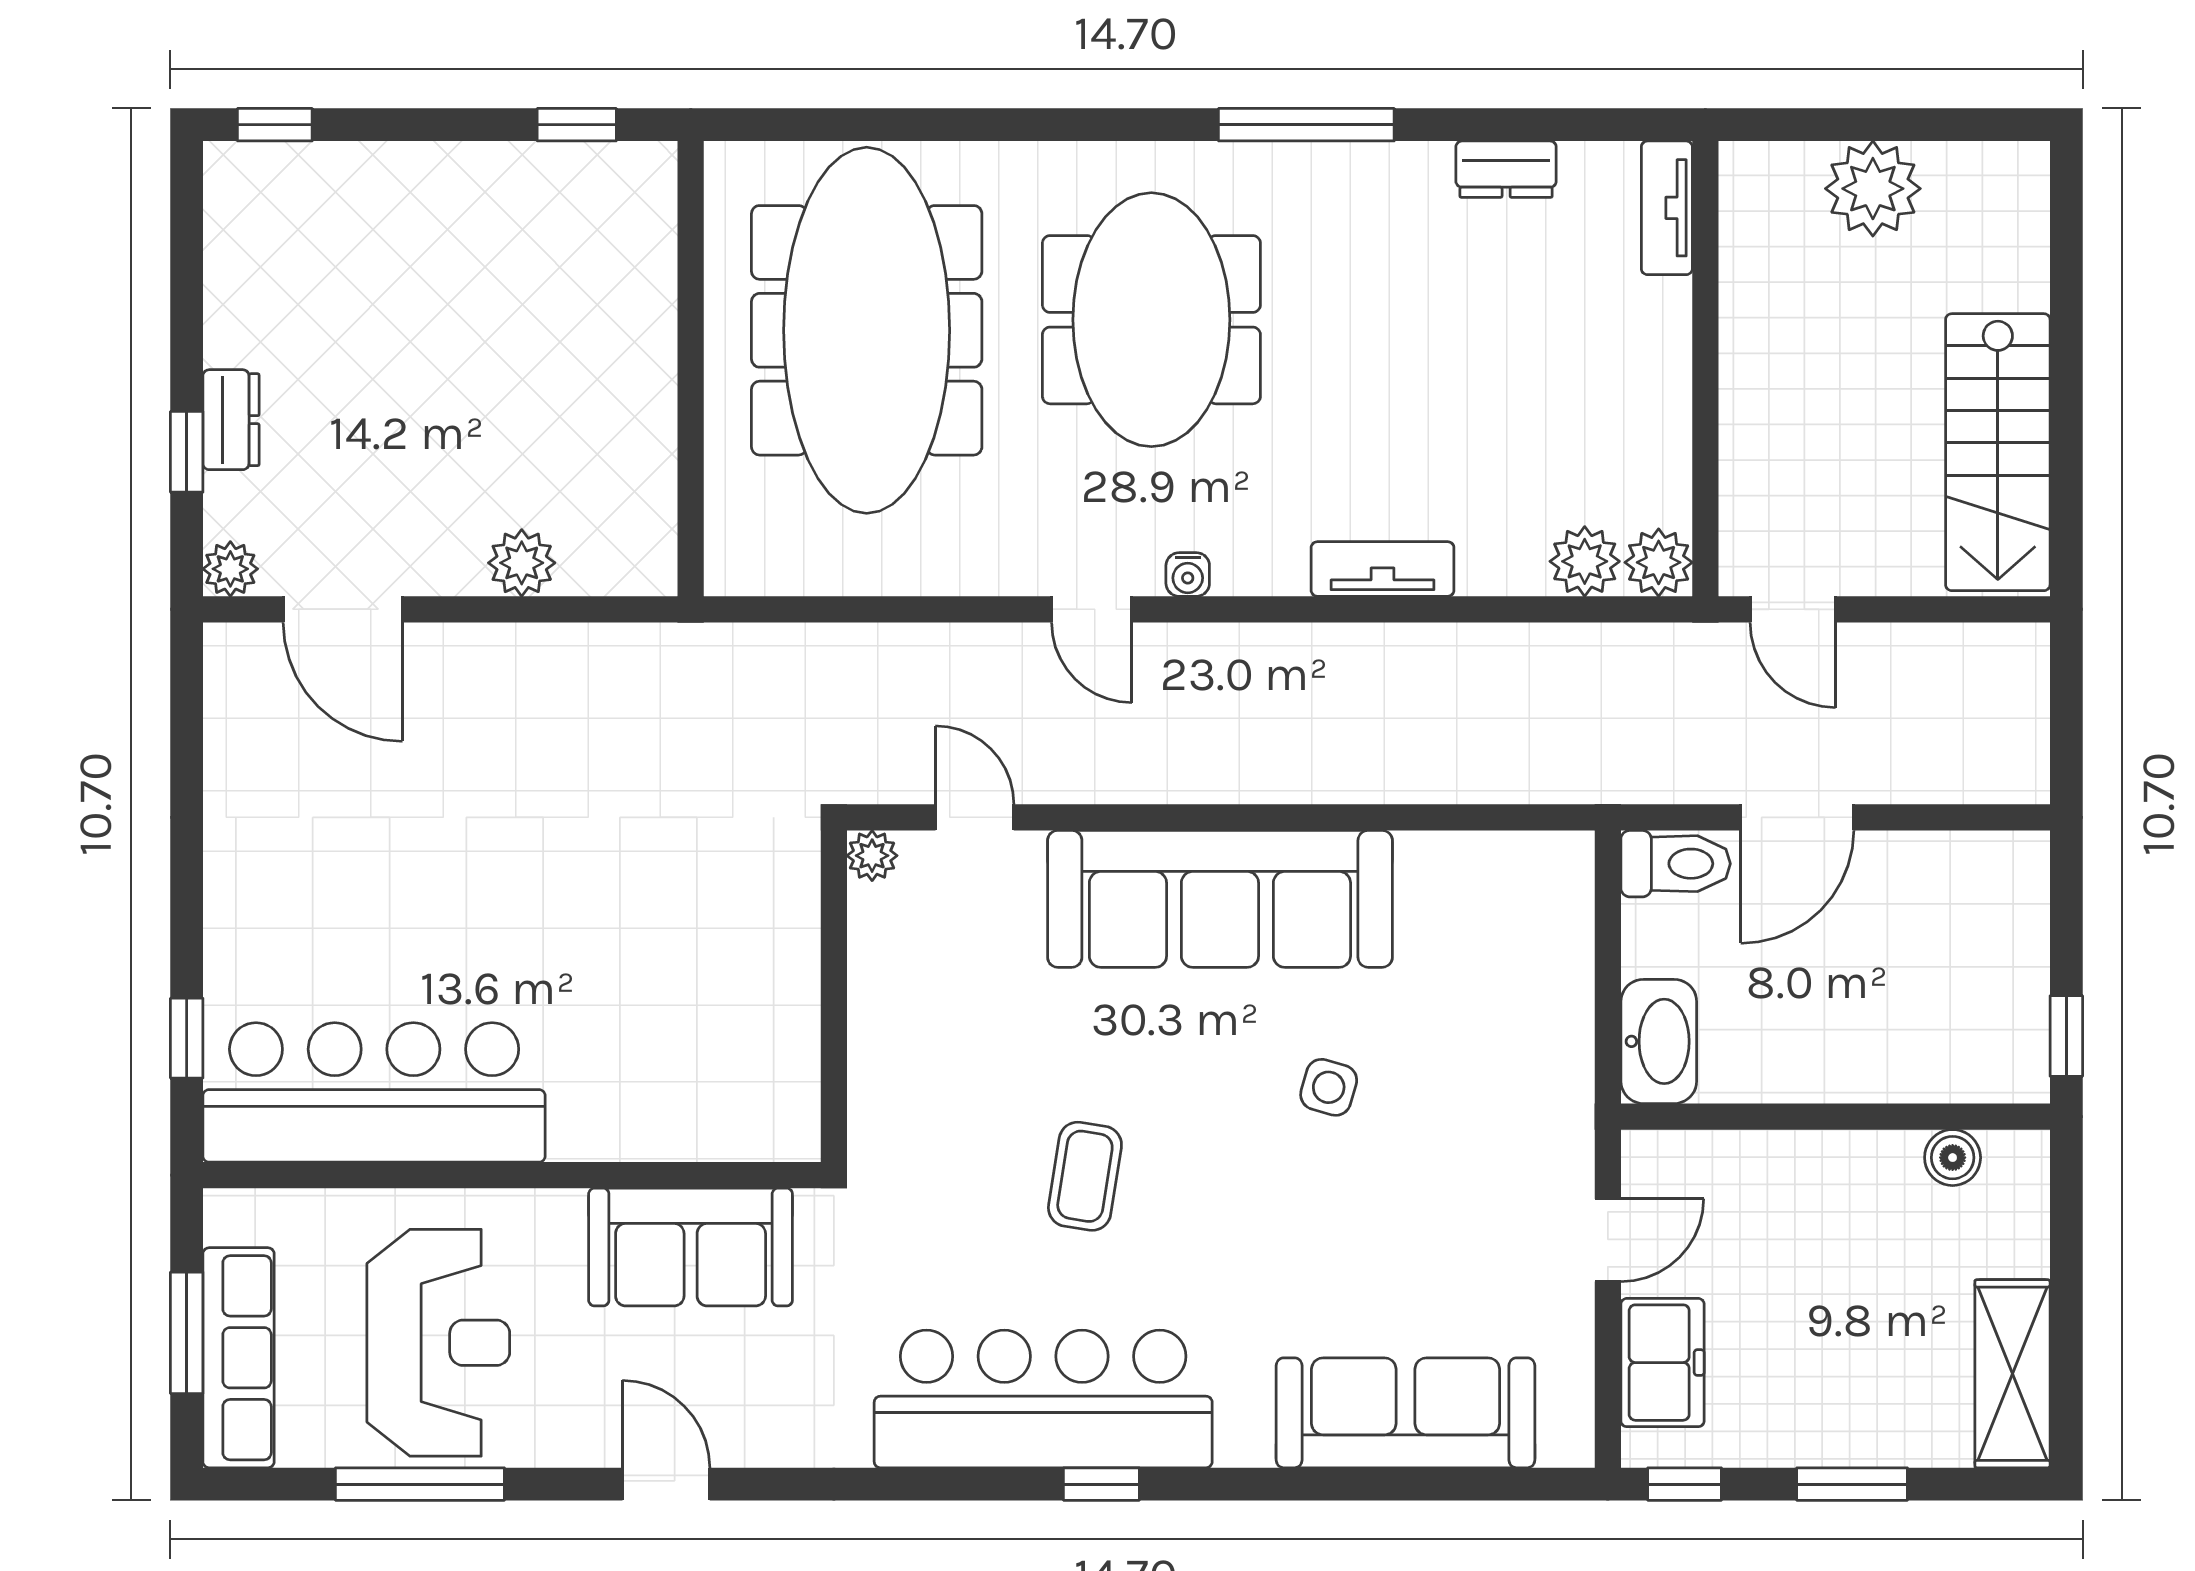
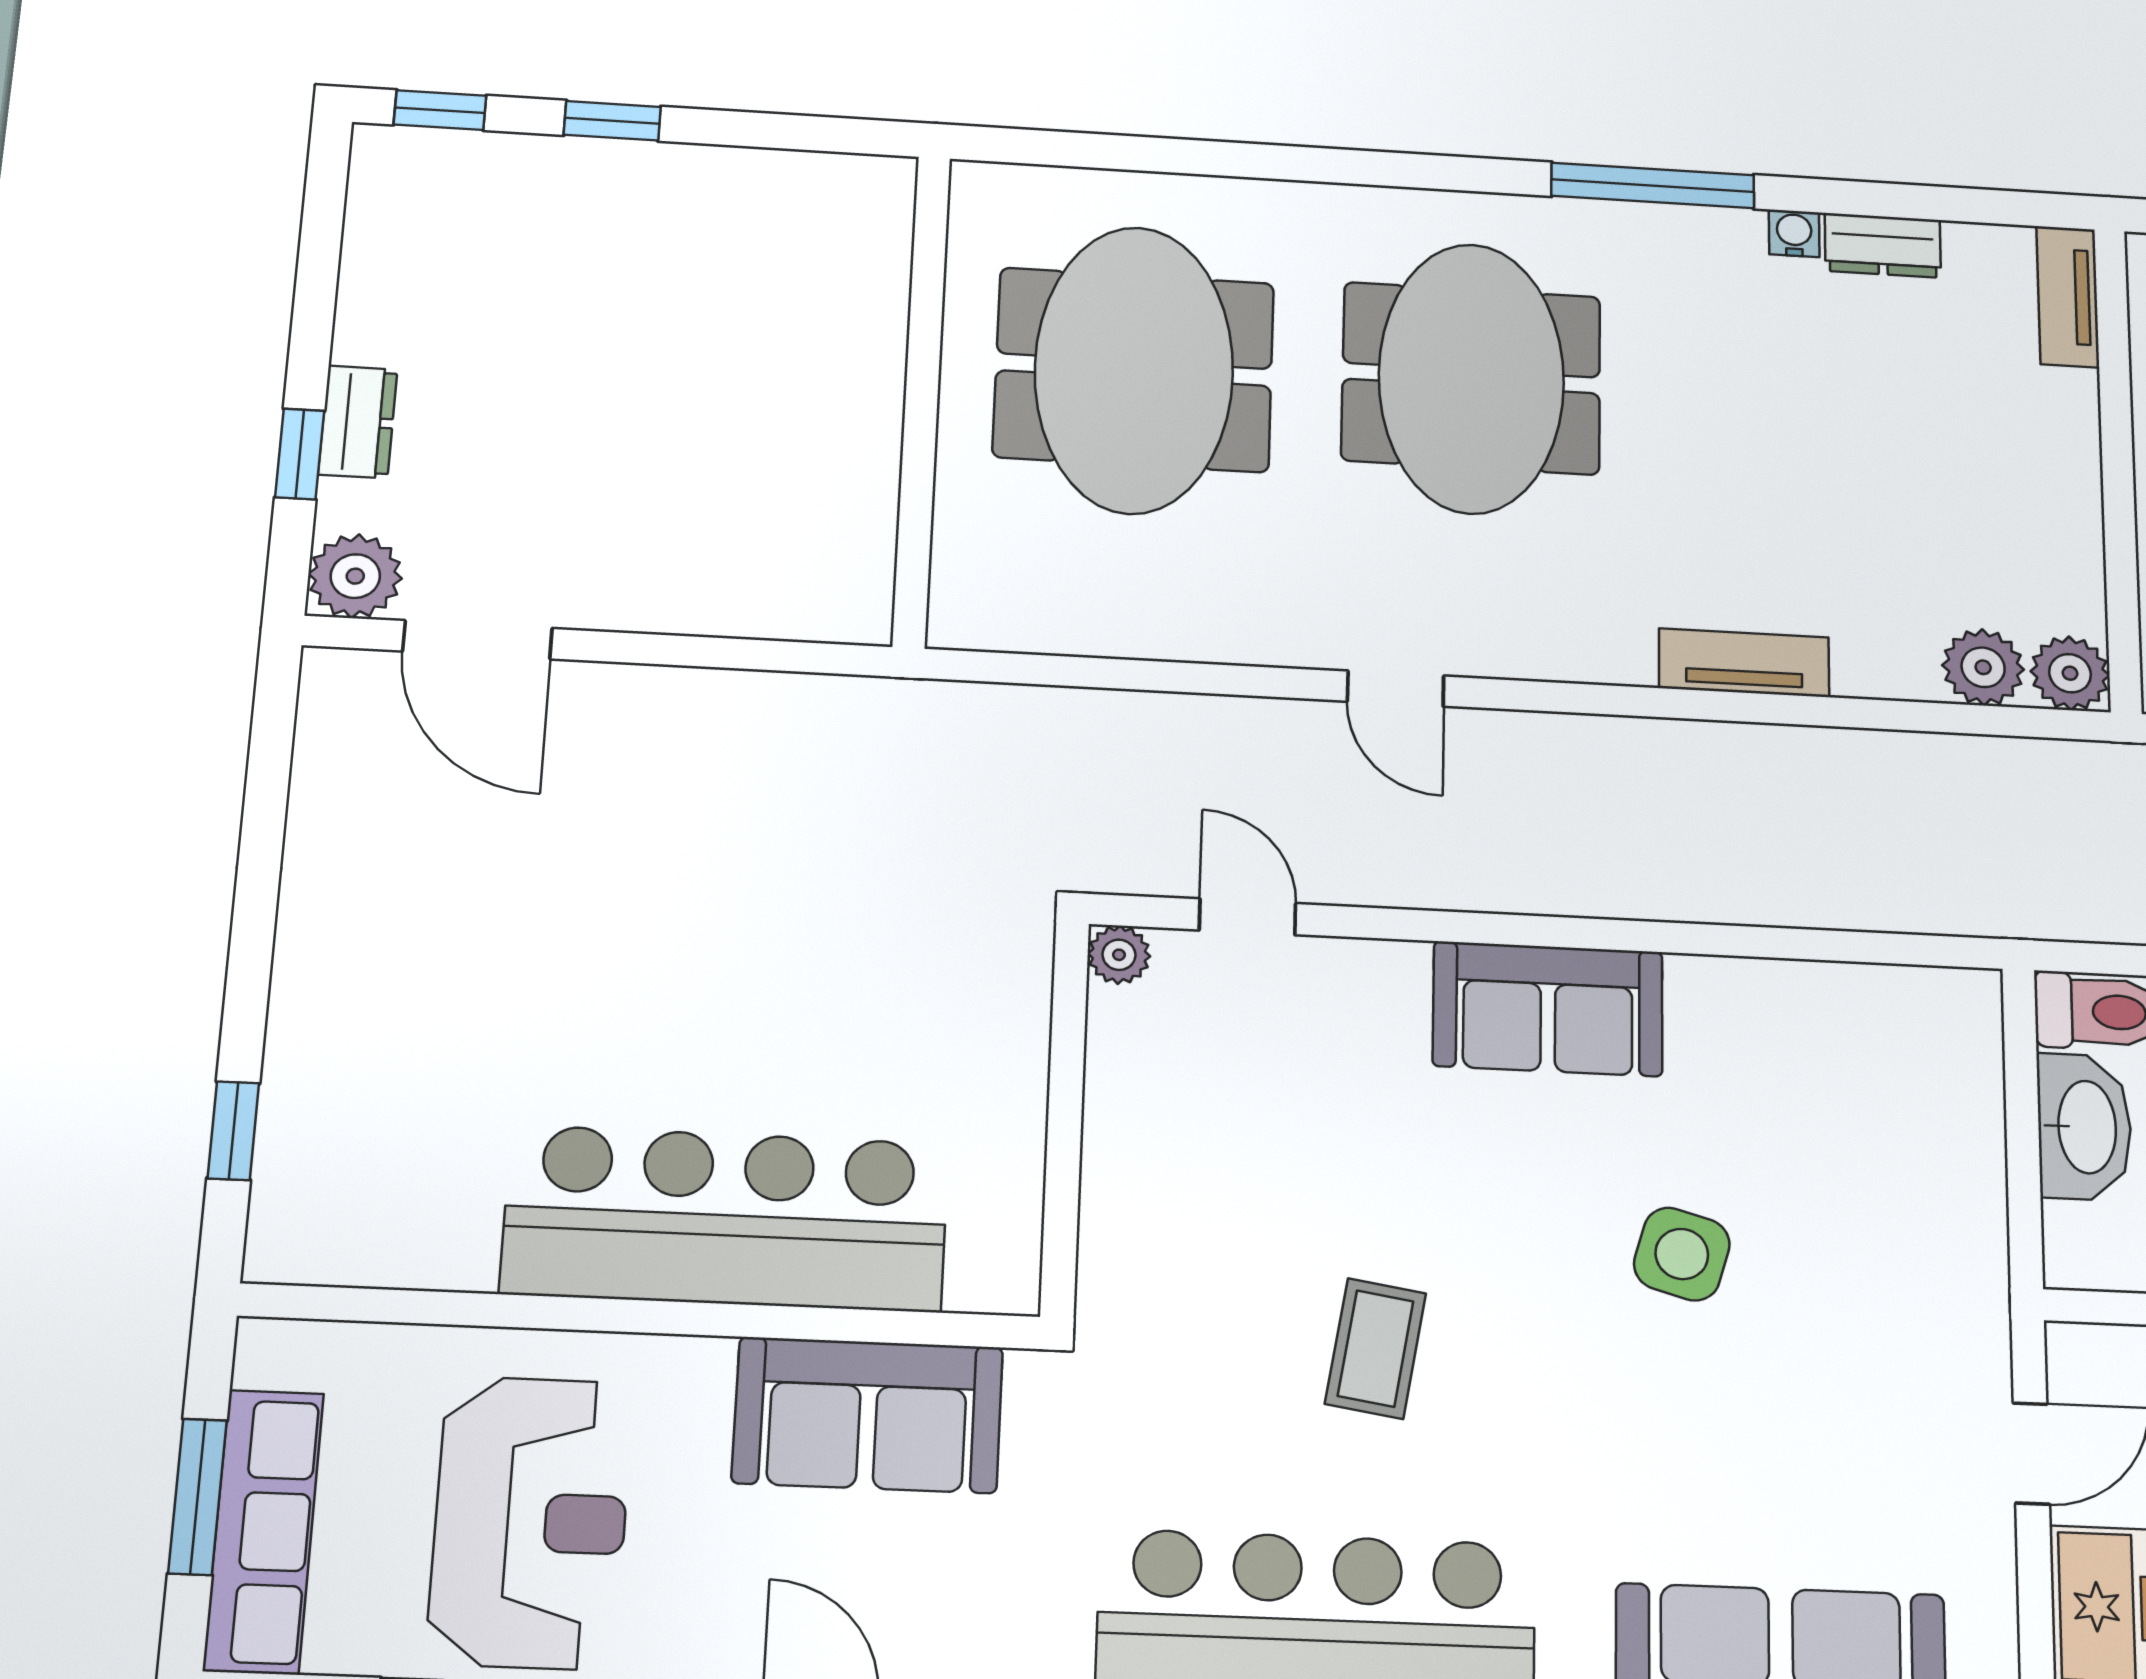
window: (577, 125) -> (612, 121), moved
meeting table: (867, 330) -> (1134, 370), width x0.73
plant: (522, 563) -> (703, 600), removed
plant: (230, 569) -> (355, 576), width x1.38, depth x1.38
water cooler: (1188, 574) -> (1794, 233), moved, turned 180
sofa: (1220, 899) -> (1548, 1009), width x0.54, depth x0.79
washbasin: (1659, 1041) -> (2084, 1127), moved
side table: (1329, 1087) -> (1682, 1254), width x1.37, depth x1.37
bar counter: (374, 1092) -> (726, 1218), moved

